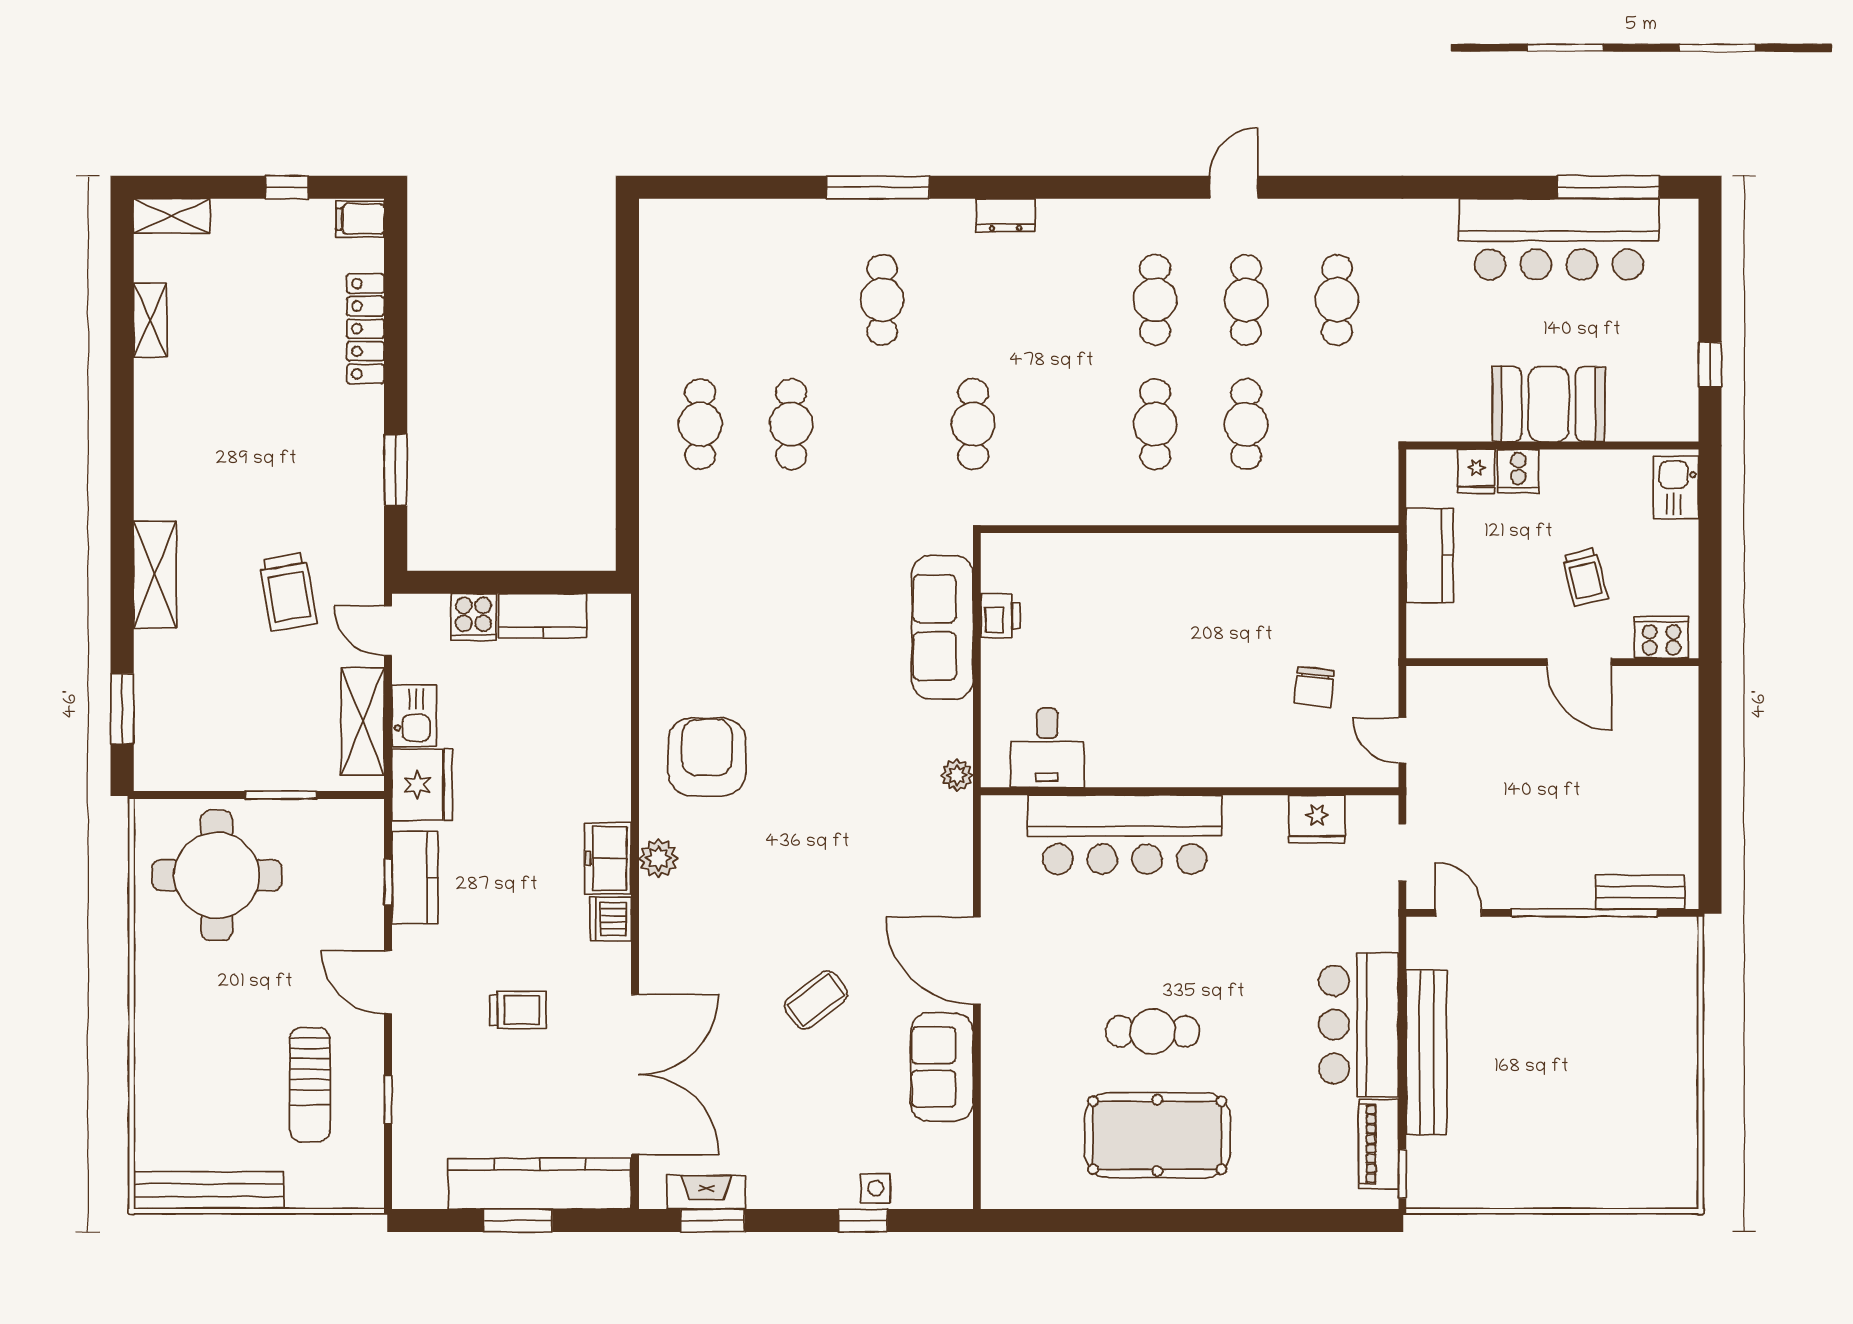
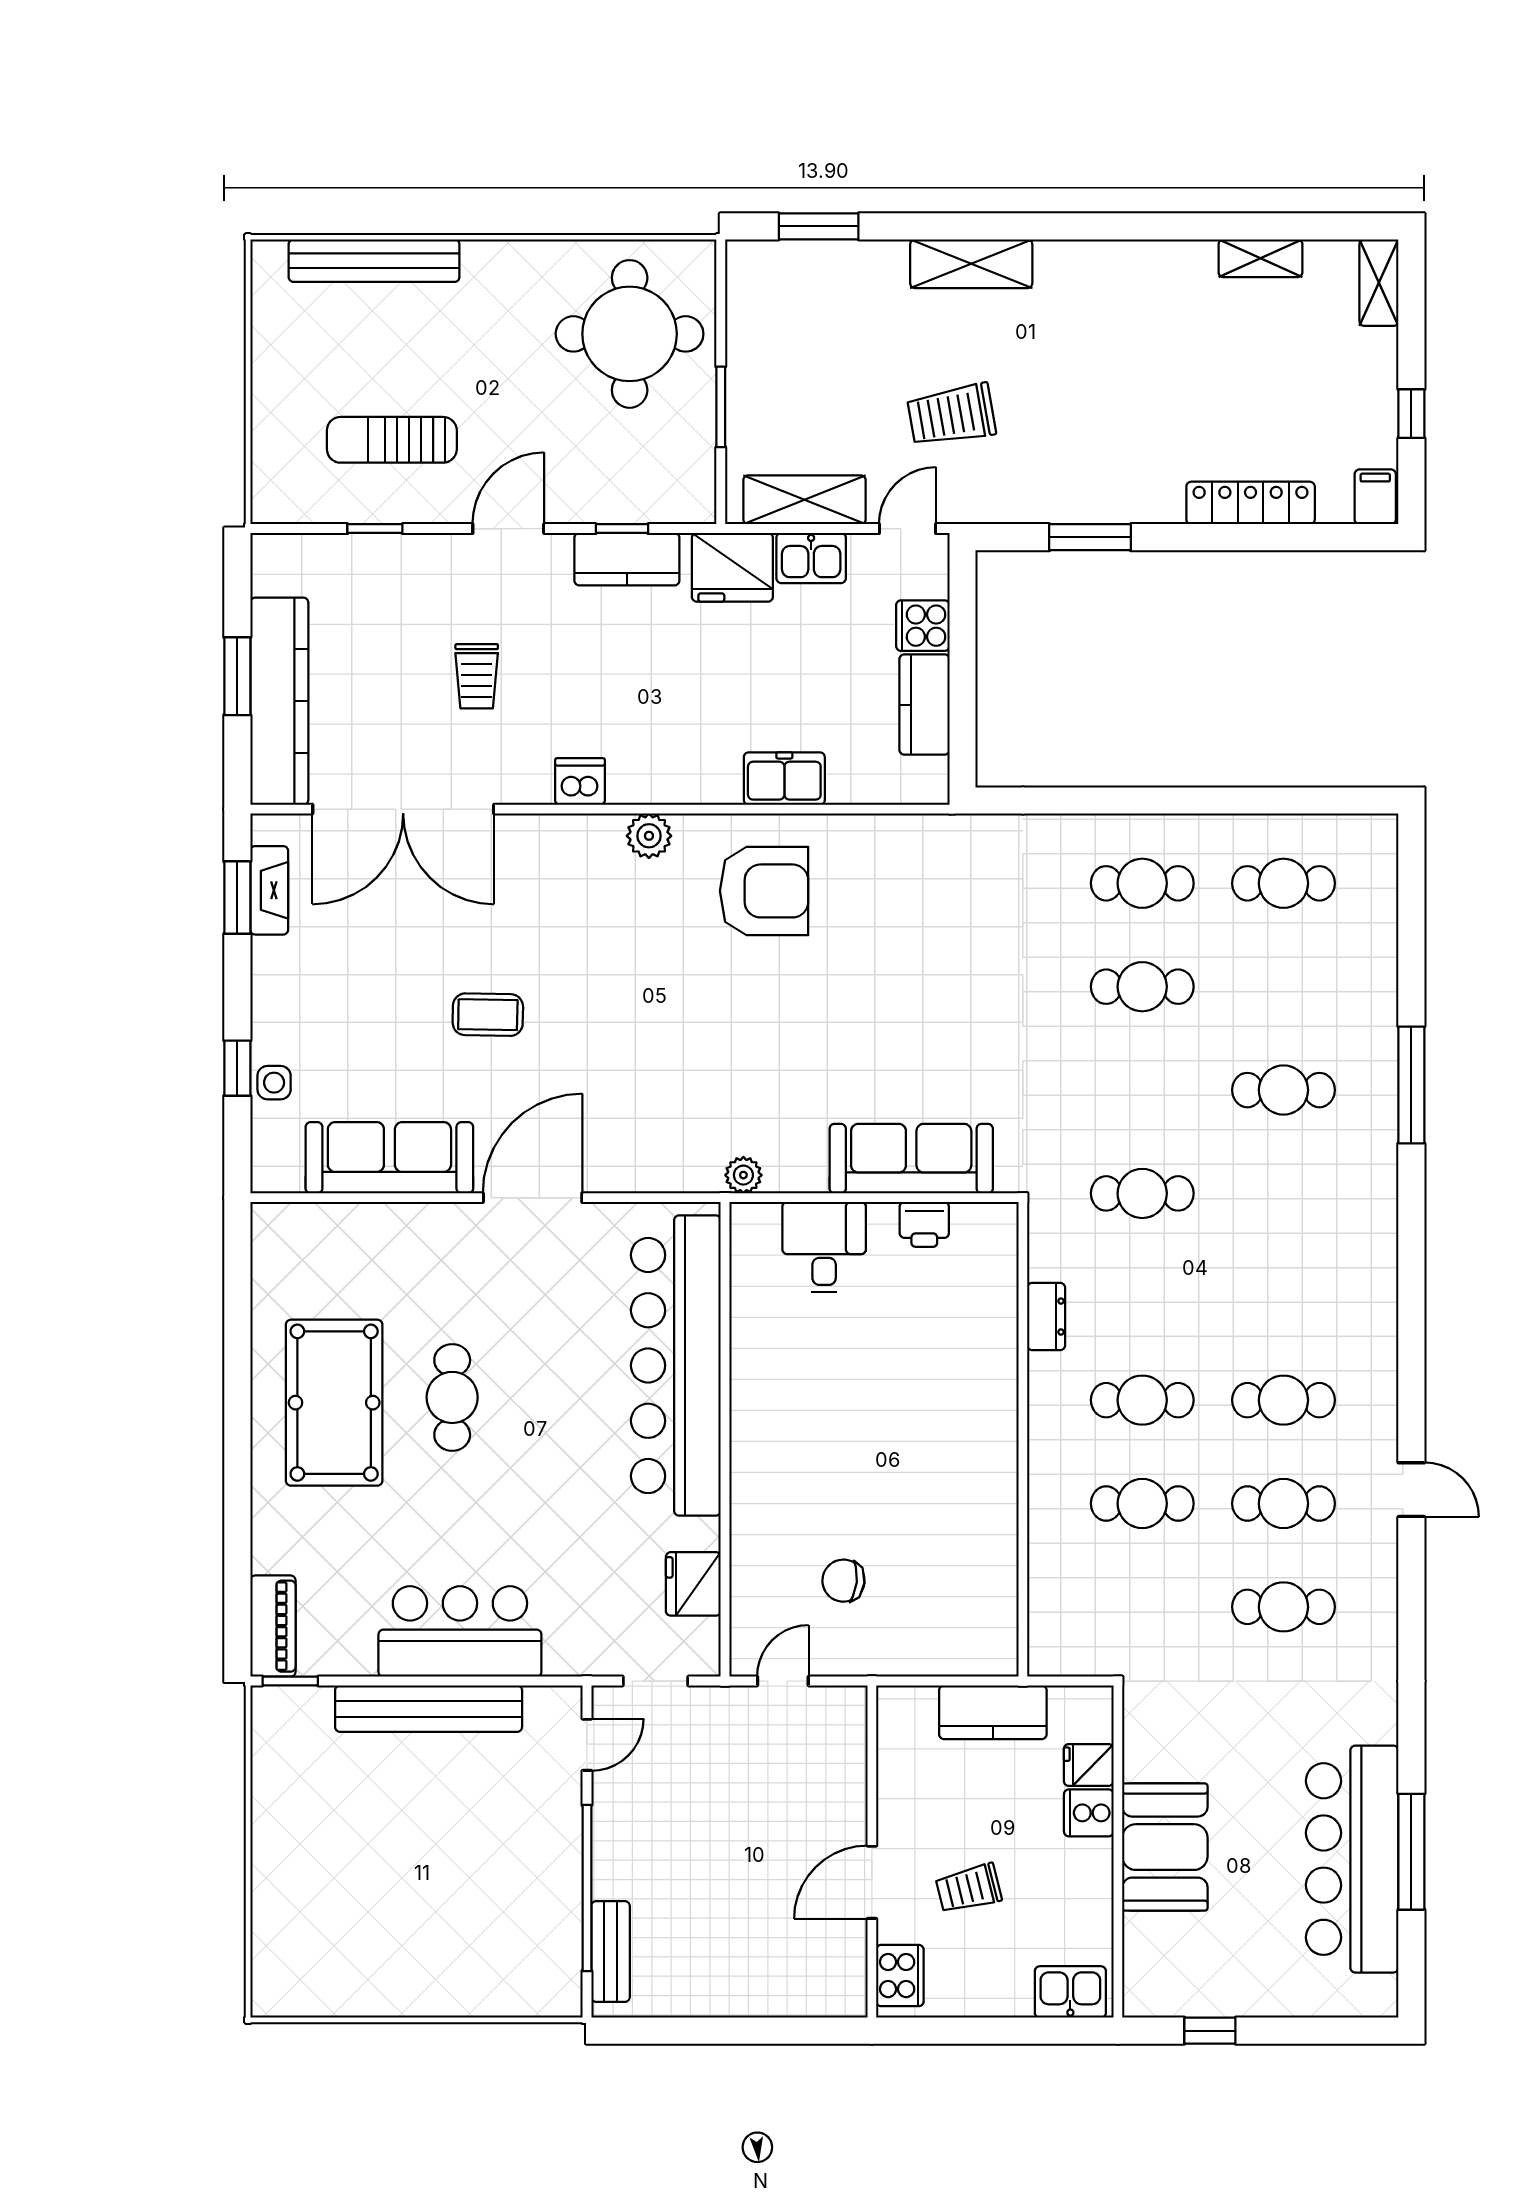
window: (1608, 187) -> (1411, 1852), moved
dresser: (1006, 215) -> (1046, 1317), moved, turned 180
cafe table: (700, 300) -> (1283, 883), added
desk: (1047, 748) -> (824, 1247), moved, turned 90
bar counter: (1125, 835) -> (676, 1366), width x1.36
freezer: (608, 858) -> (784, 779), moved
coffee table: (816, 1000) -> (488, 1015), turned -52
sofa: (942, 1067) -> (389, 1158), width x1.36
piano: (1379, 1144) -> (273, 1626), moved, turned 90
bench: (209, 1190) -> (374, 261), moved, turned 90

